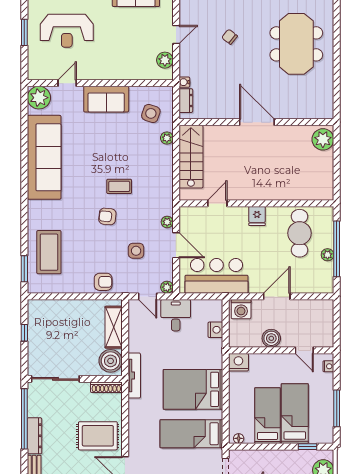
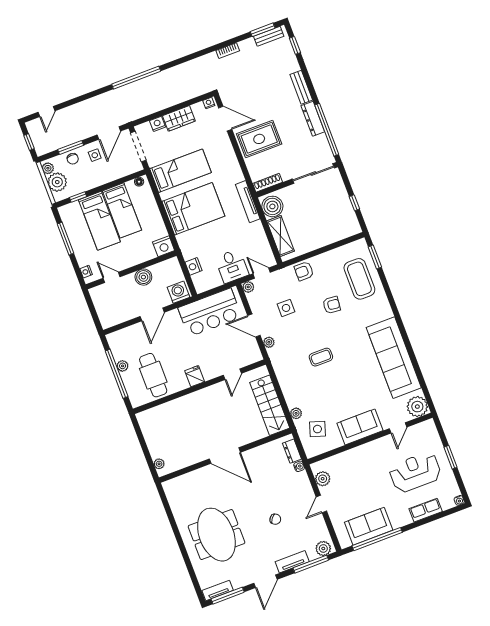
plant: (323, 139) -> (159, 464), width x0.53, depth x0.53
armchair: (107, 216) -> (332, 305), moved

